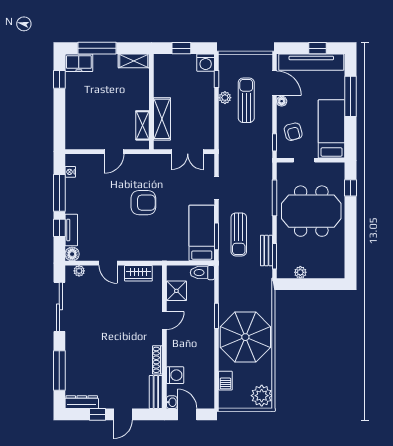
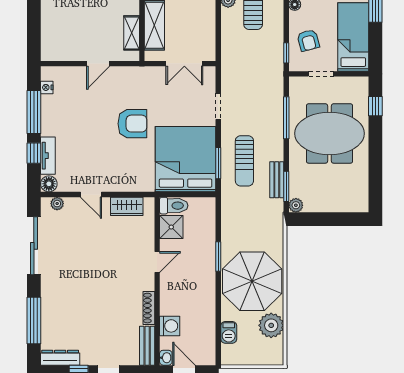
bed: (202, 233) -> (186, 159), width x2.04
plant: (300, 272) -> (296, 205), moved
toilet: (202, 273) -> (174, 206), moved, turned 180
plant: (262, 396) -> (271, 325), moved

